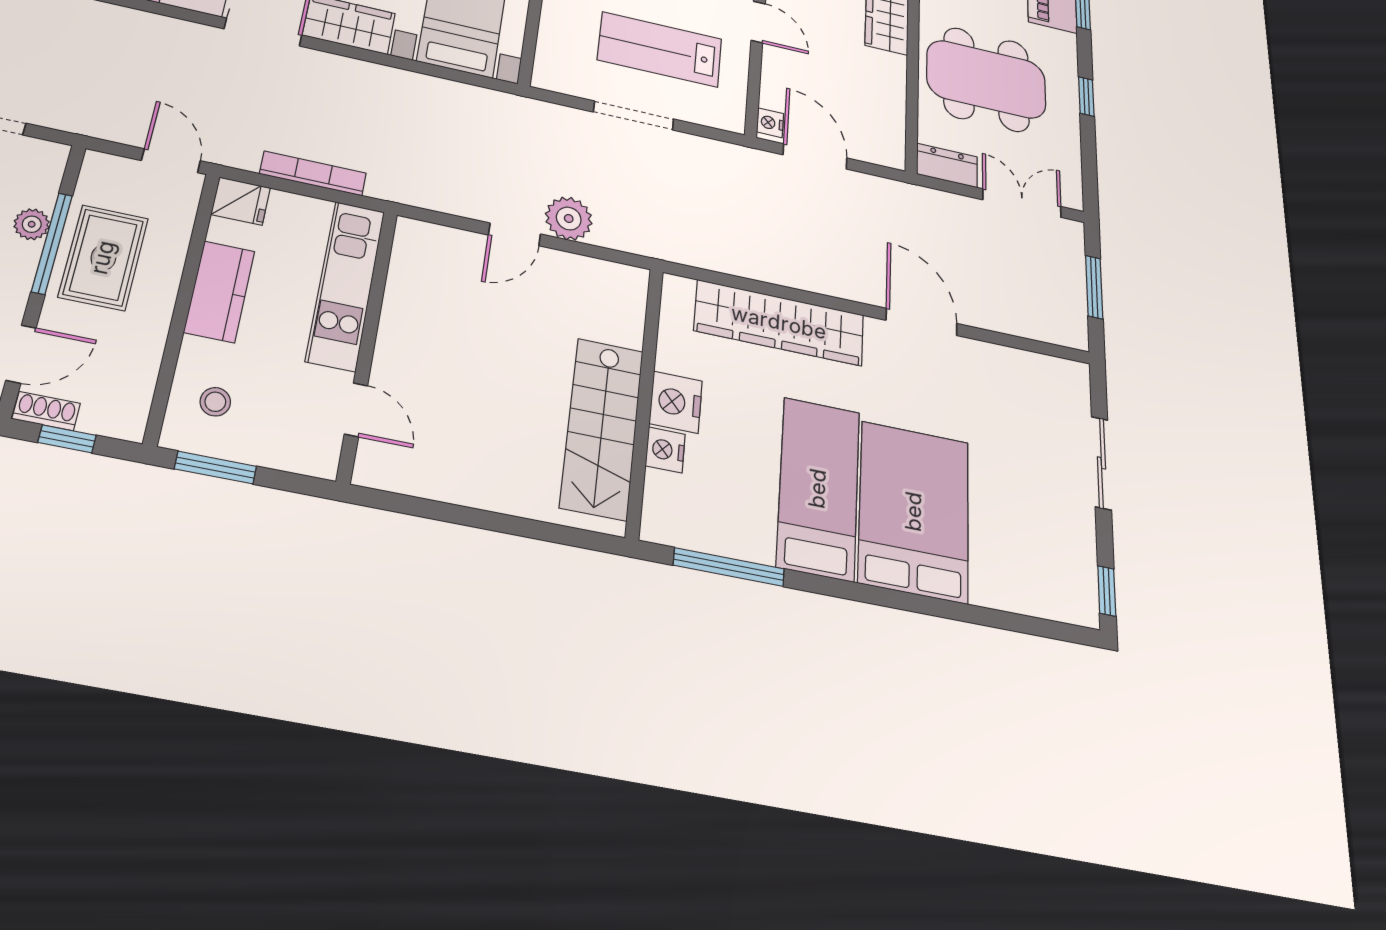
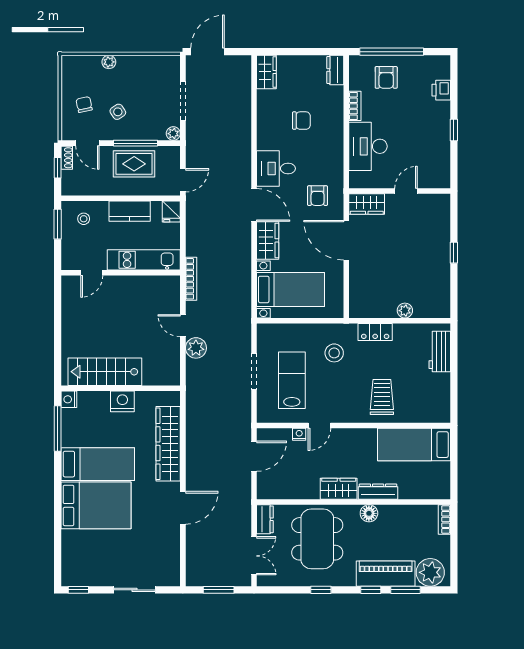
nightstand: (770, 123) -> (299, 434), moved
bookcase: (313, 173) -> (191, 279), moved
plant: (32, 224) -> (173, 134), moved
nightstand: (665, 450) -> (69, 399), moved, turned -90

